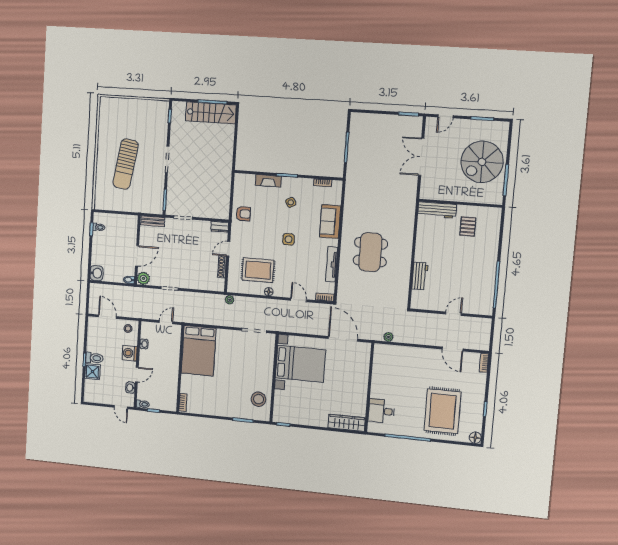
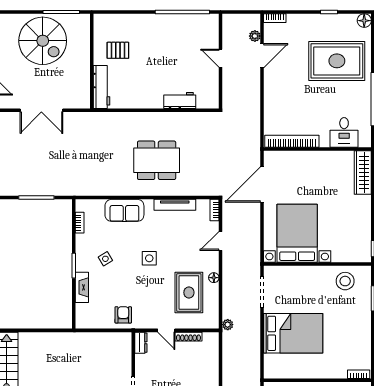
plant: (388, 337) -> (255, 36), moved
bed: (199, 351) -> (293, 333), moved
bookcase: (377, 367) -> (292, 141), added

